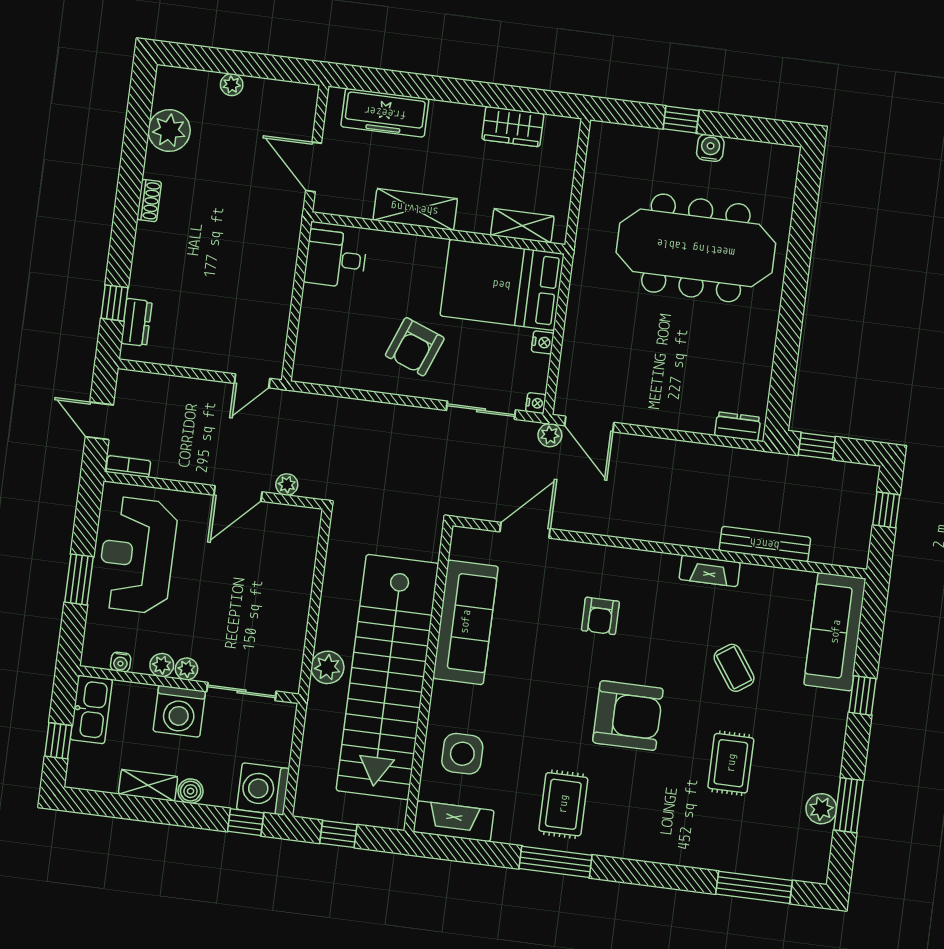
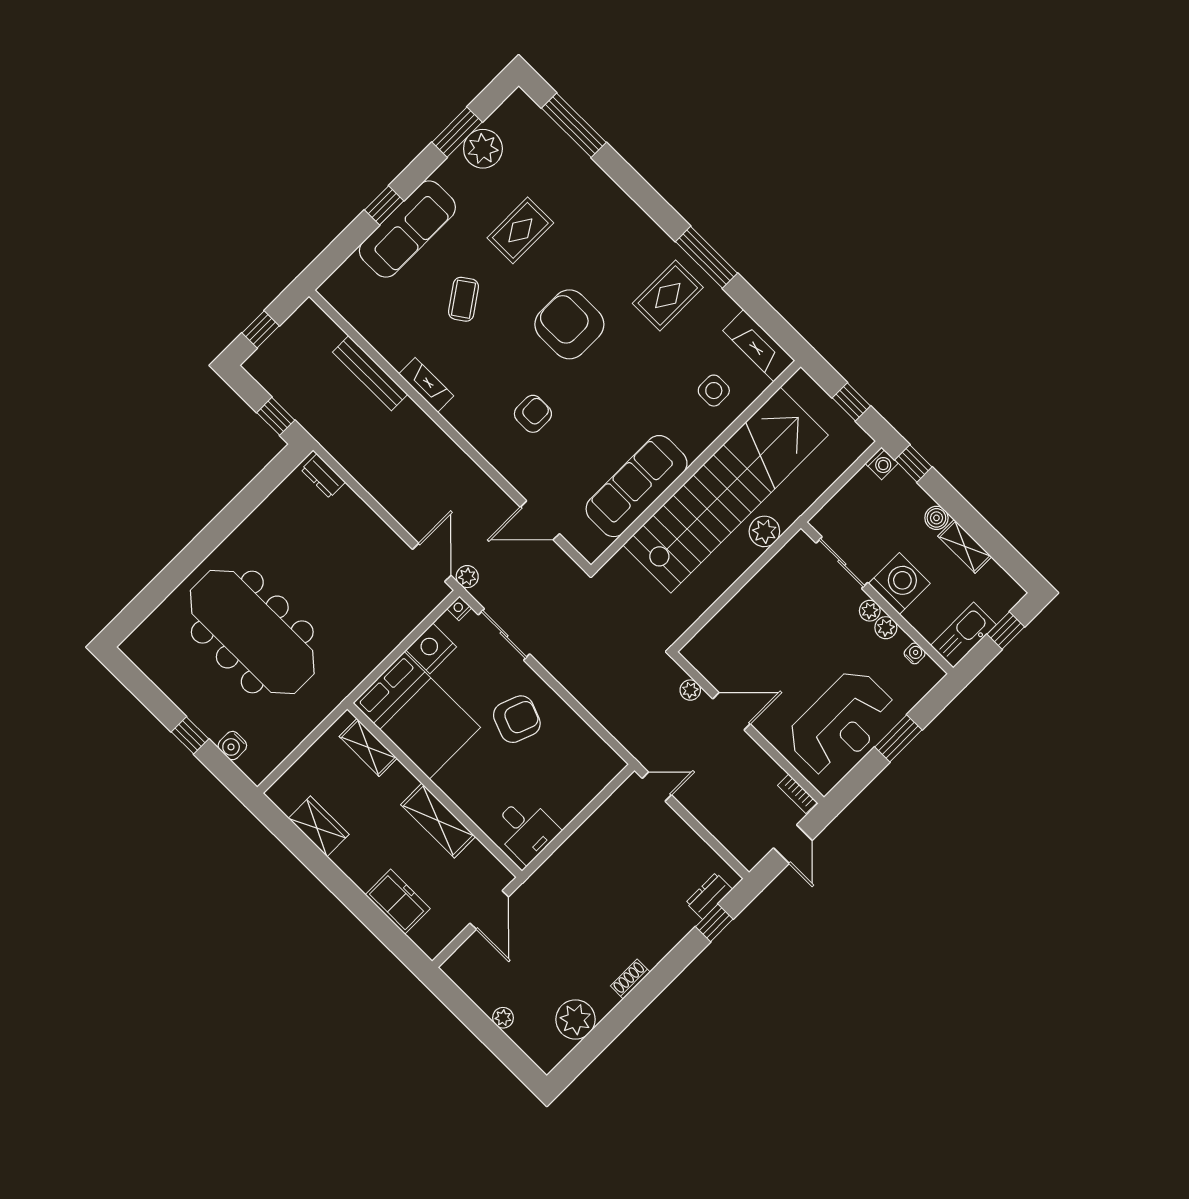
freezer: (385, 113) -> (398, 902), width x0.71
water cooler: (710, 148) -> (232, 746), moved
nightstand: (543, 342) -> (431, 648), width x1.89, depth x1.79
sofa: (835, 632) -> (407, 229), moved
side table: (462, 754) -> (714, 391), width x0.73, depth x0.73
washing machine: (263, 789) -> (882, 463), width x0.53, depth x0.53
plant: (821, 809) -> (483, 149), width x1.36, depth x1.36

